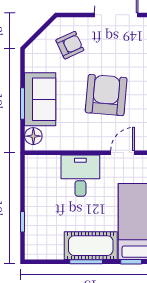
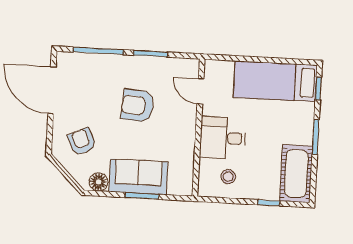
armchair: (106, 95) -> (138, 106), width x0.73, depth x0.73
floor lamp: (33, 136) -> (98, 182), moved
stool: (45, 183) -> (228, 177), added
cot: (91, 246) -> (296, 174), moved

